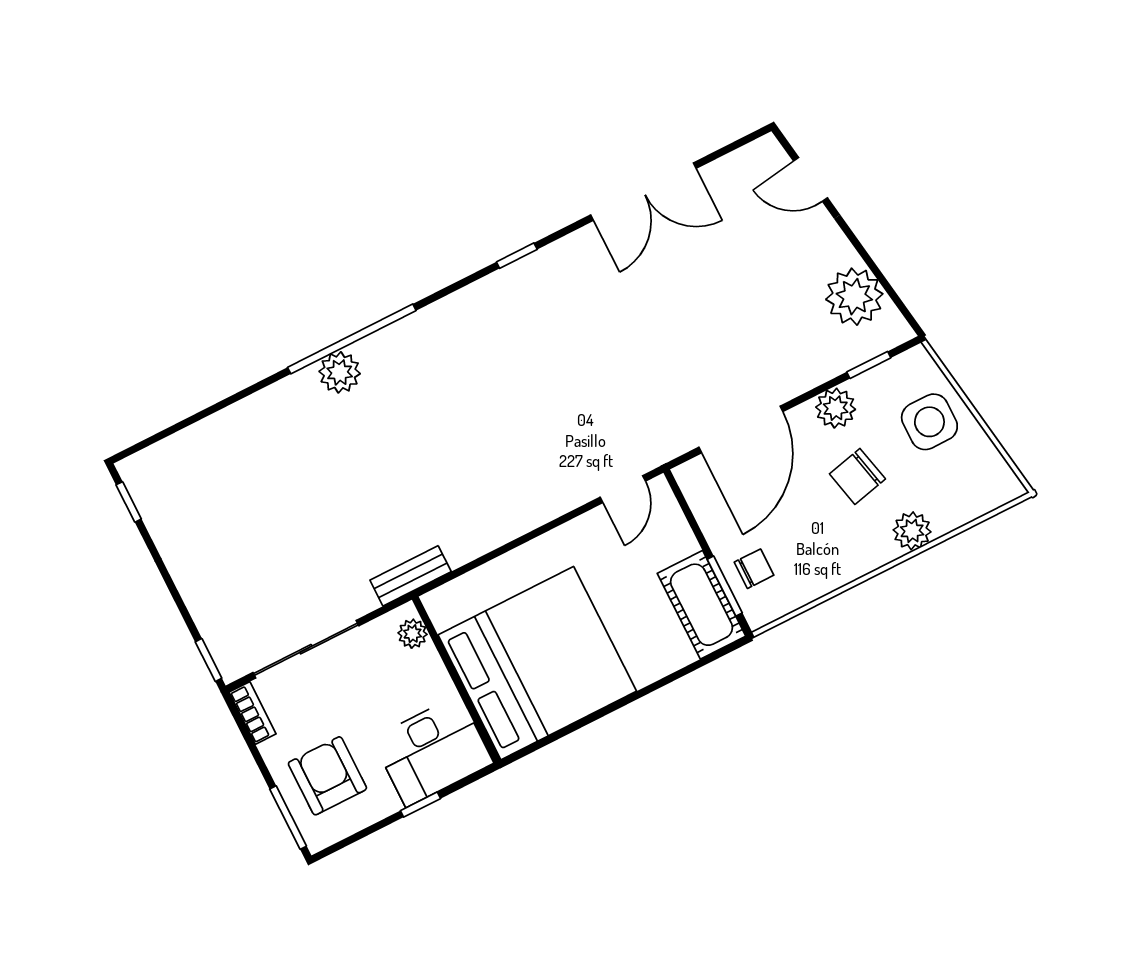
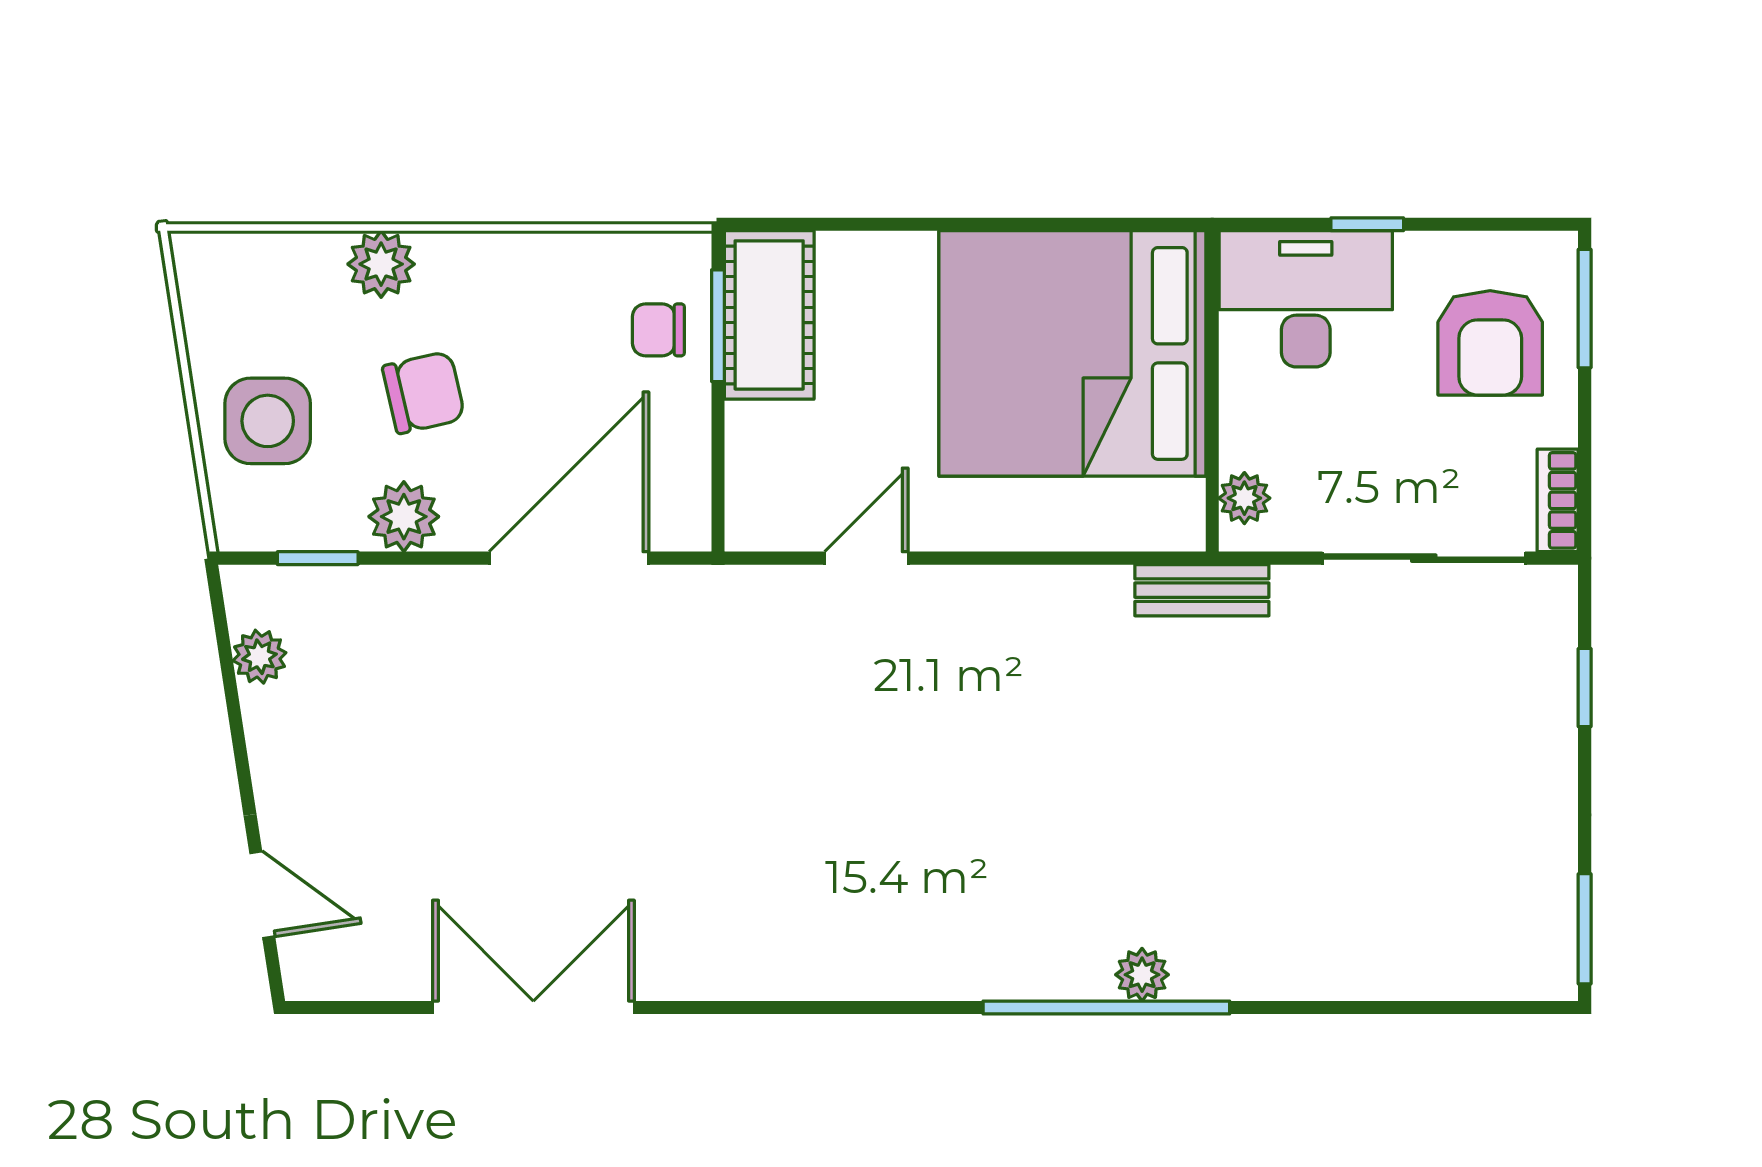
window: (517, 256) -> (782, 1008), removed
plant: (854, 297) -> (259, 657), width x0.53, depth x0.53
plant: (340, 372) -> (1142, 975), width x0.73, depth x0.73
door: (623, 489) -> (866, 558), moved
window: (129, 502) -> (1585, 929), width x1.50
window: (209, 660) -> (1585, 688), moved

